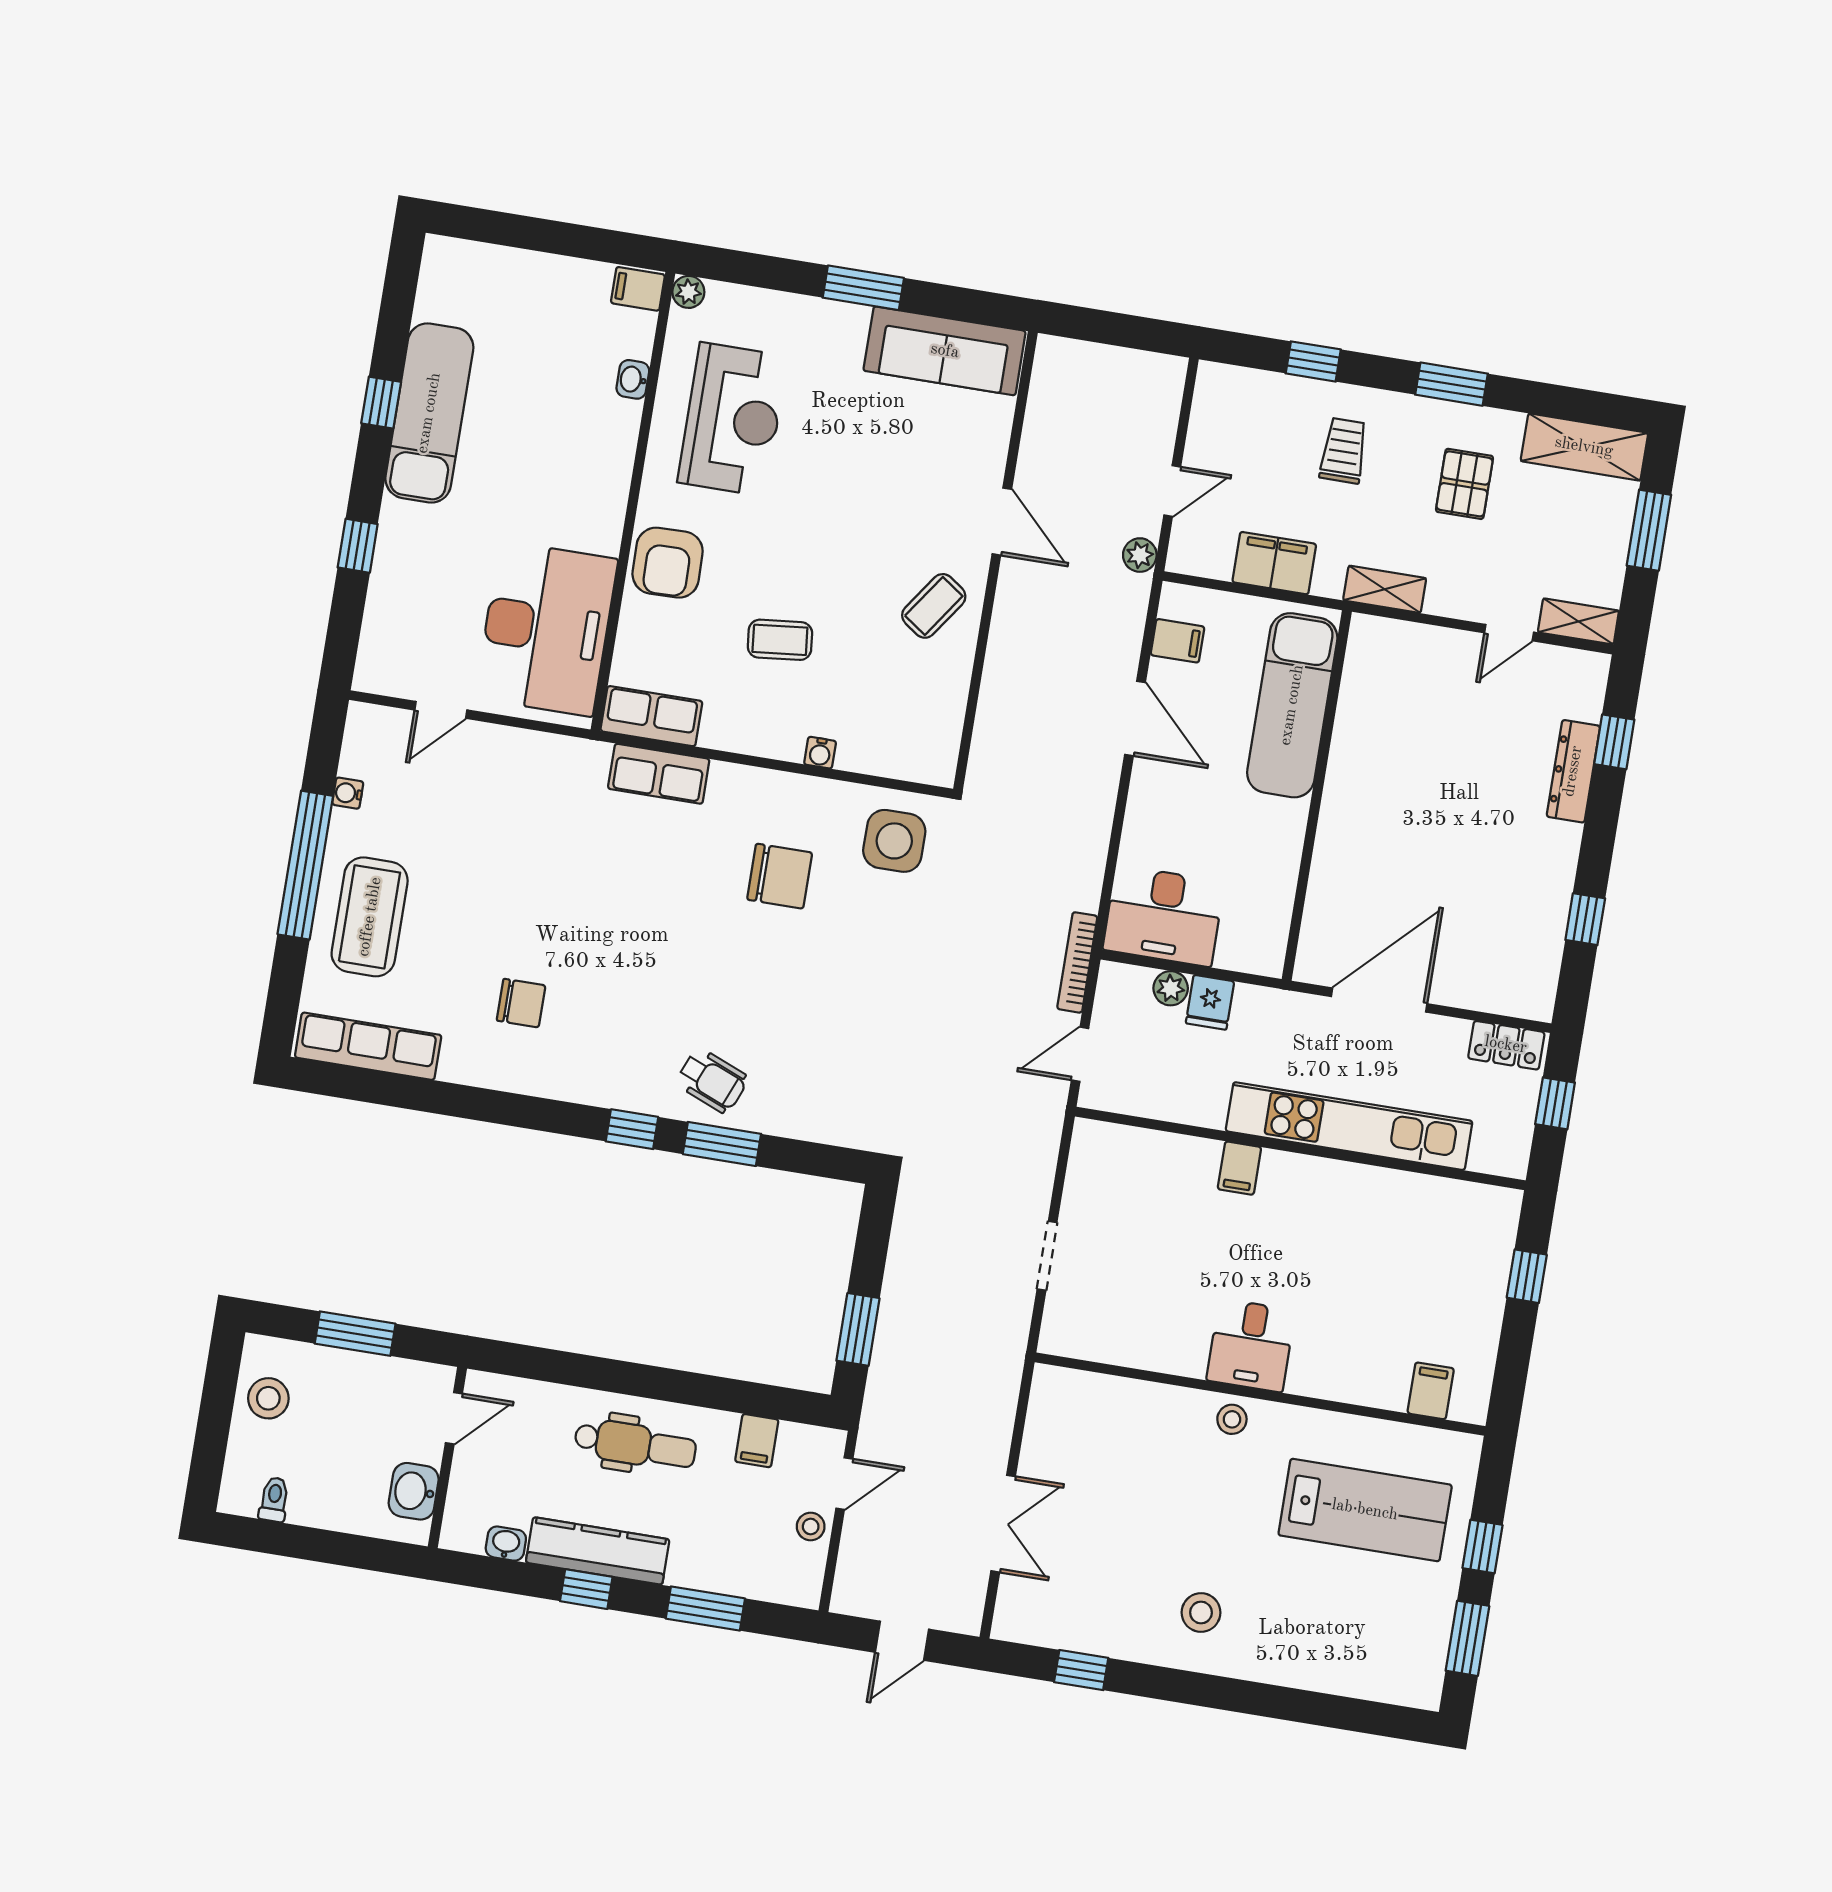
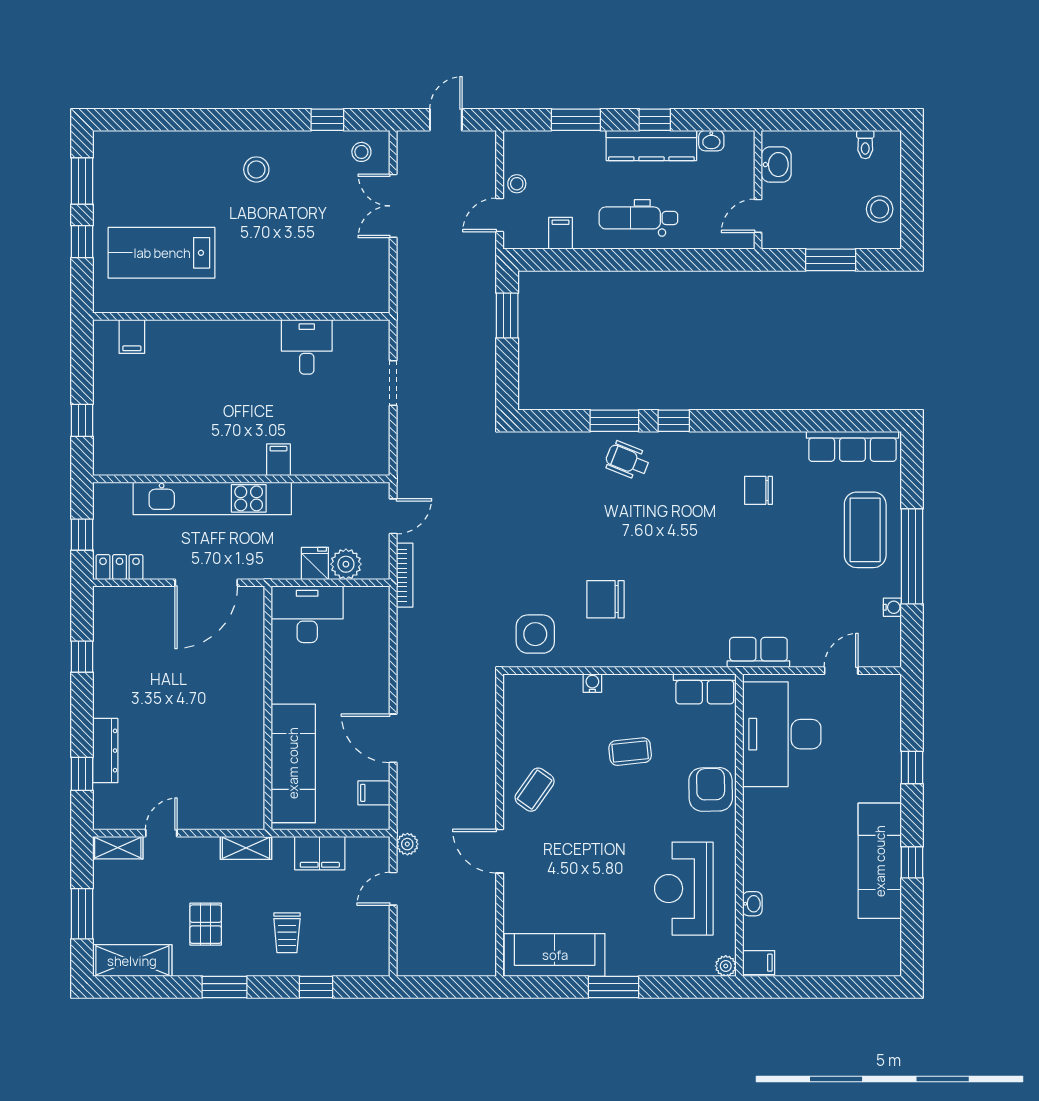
row of seats: (659, 774) -> (758, 652), moved
desk: (1164, 916) -> (307, 614), moved
plant: (1171, 988) -> (346, 564), width x1.38, depth x1.38
desk: (1251, 1345) -> (307, 347), moved
stool: (1232, 1419) -> (361, 152), moved

